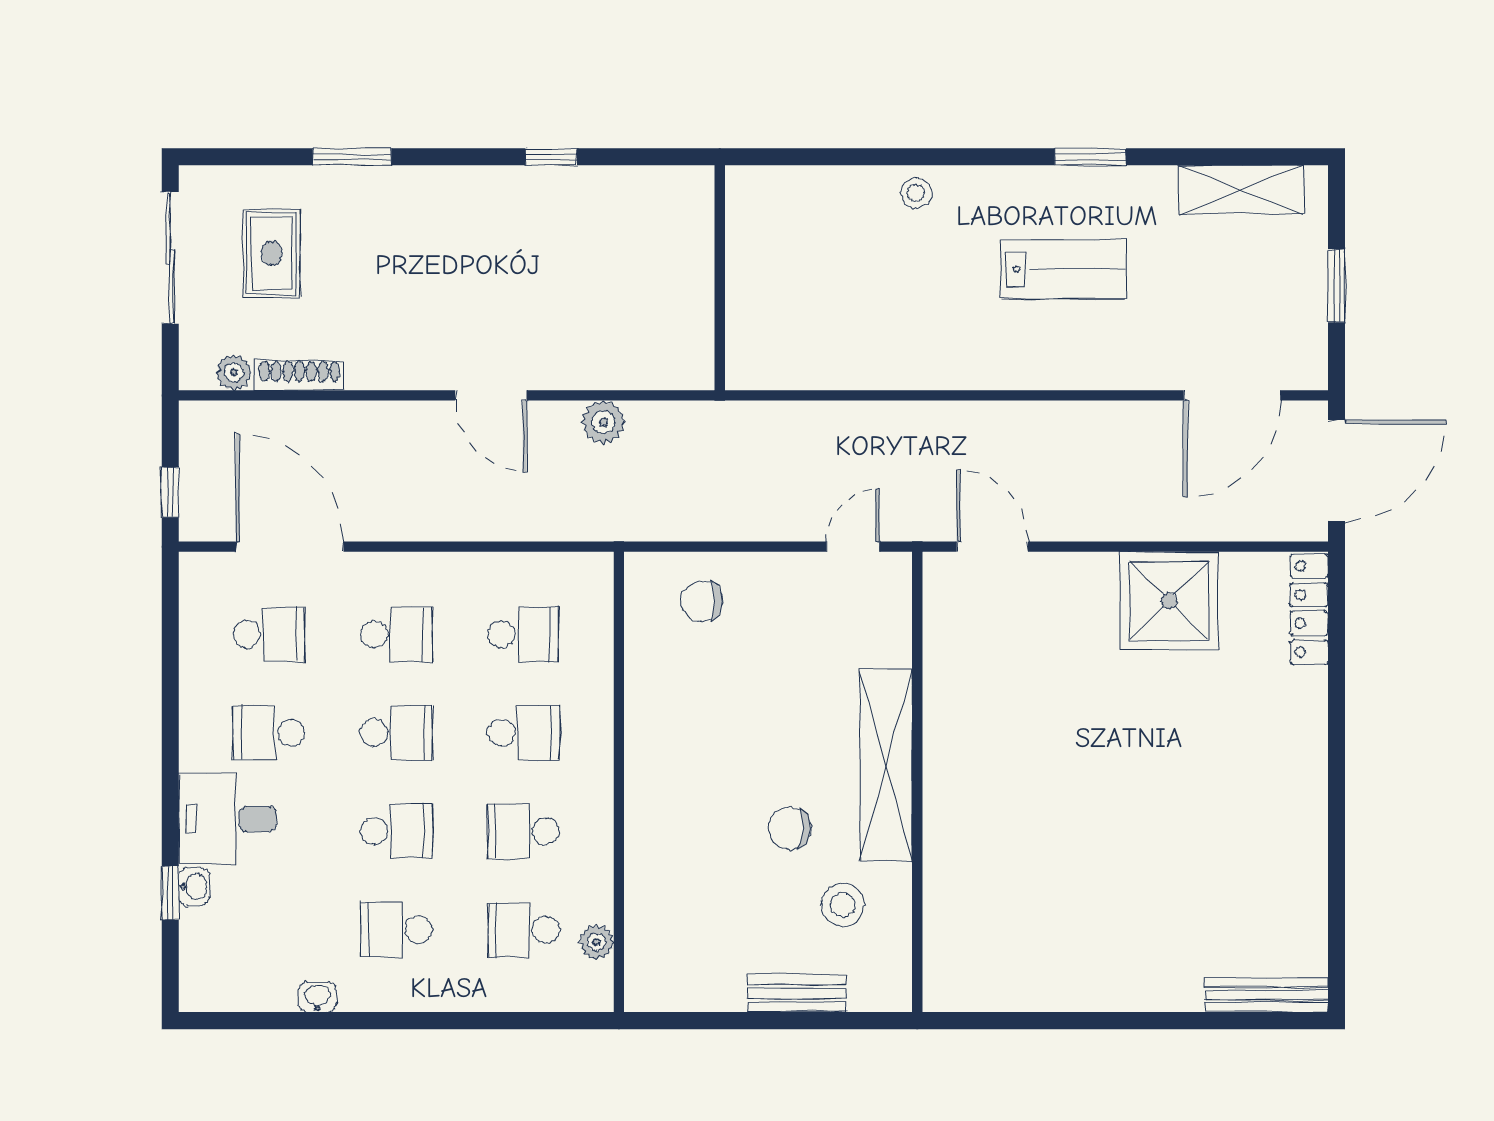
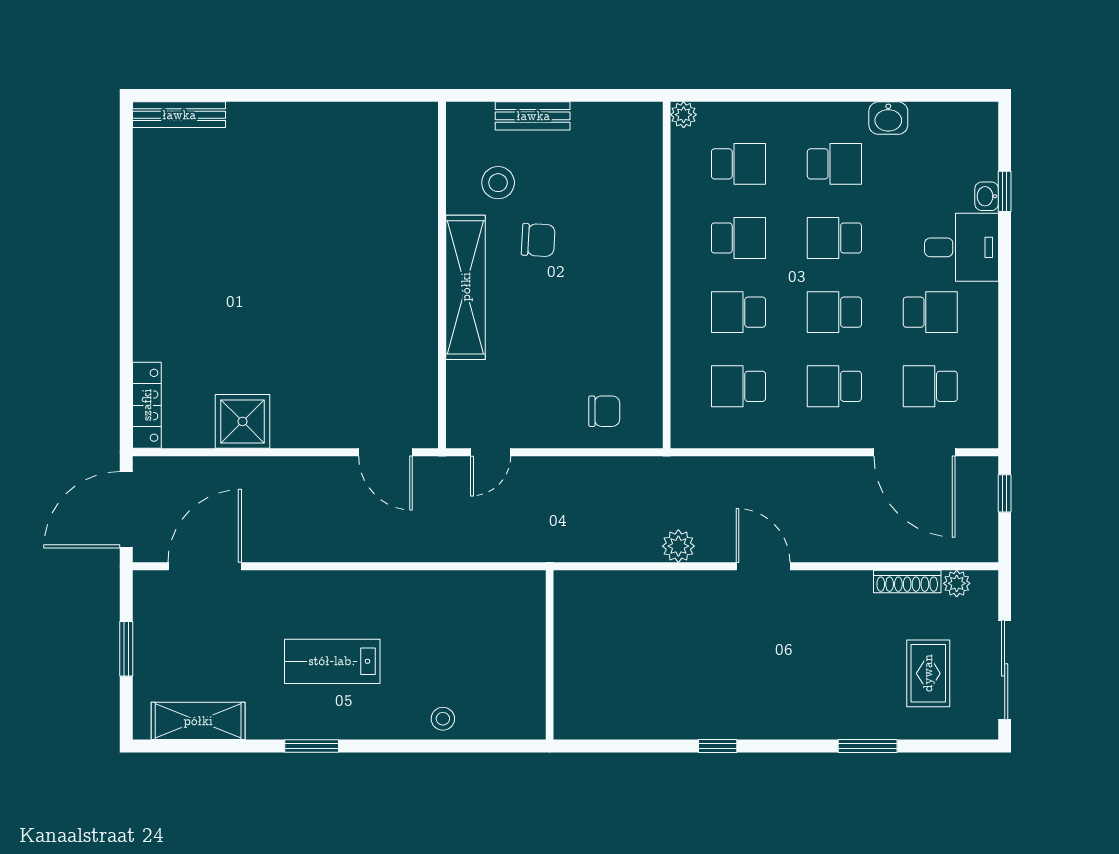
wall: (720, 278) -> (550, 655), moved
shower: (1169, 601) -> (243, 421), width x0.73, depth x0.73
plant: (597, 942) -> (684, 115), moved
washbasin: (318, 997) -> (888, 118), width x1.38, depth x1.45

